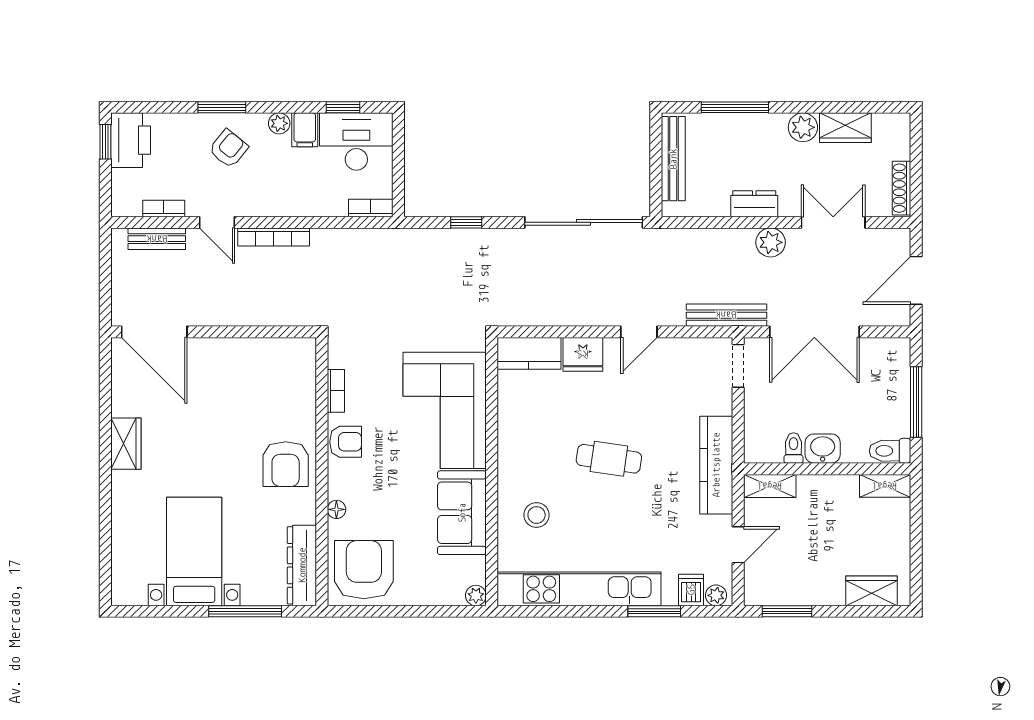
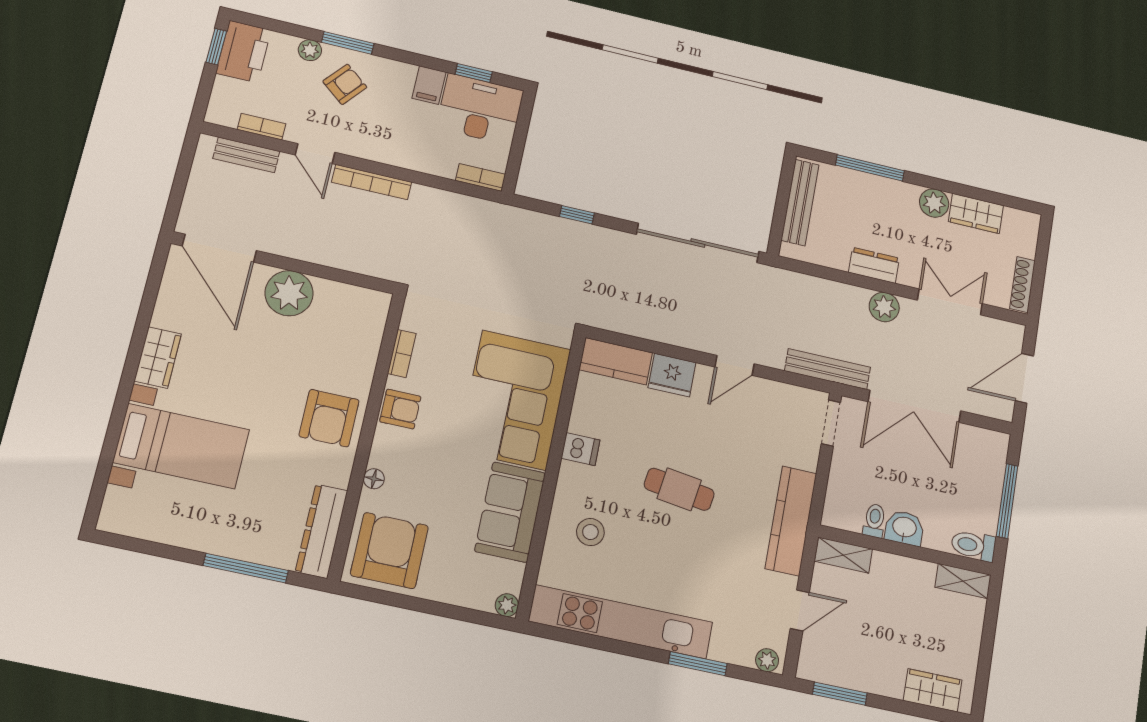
plant: (279, 123) -> (310, 50), moved
plant: (225, 359) -> (289, 293), added
bed with nightstands: (194, 551) -> (181, 446), moved, turned 90
dishwasher: (691, 590) -> (580, 449), moved, turned 90

